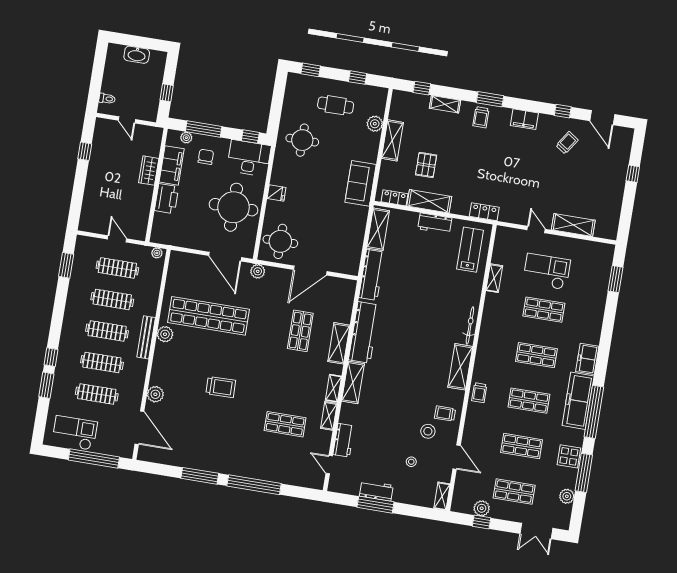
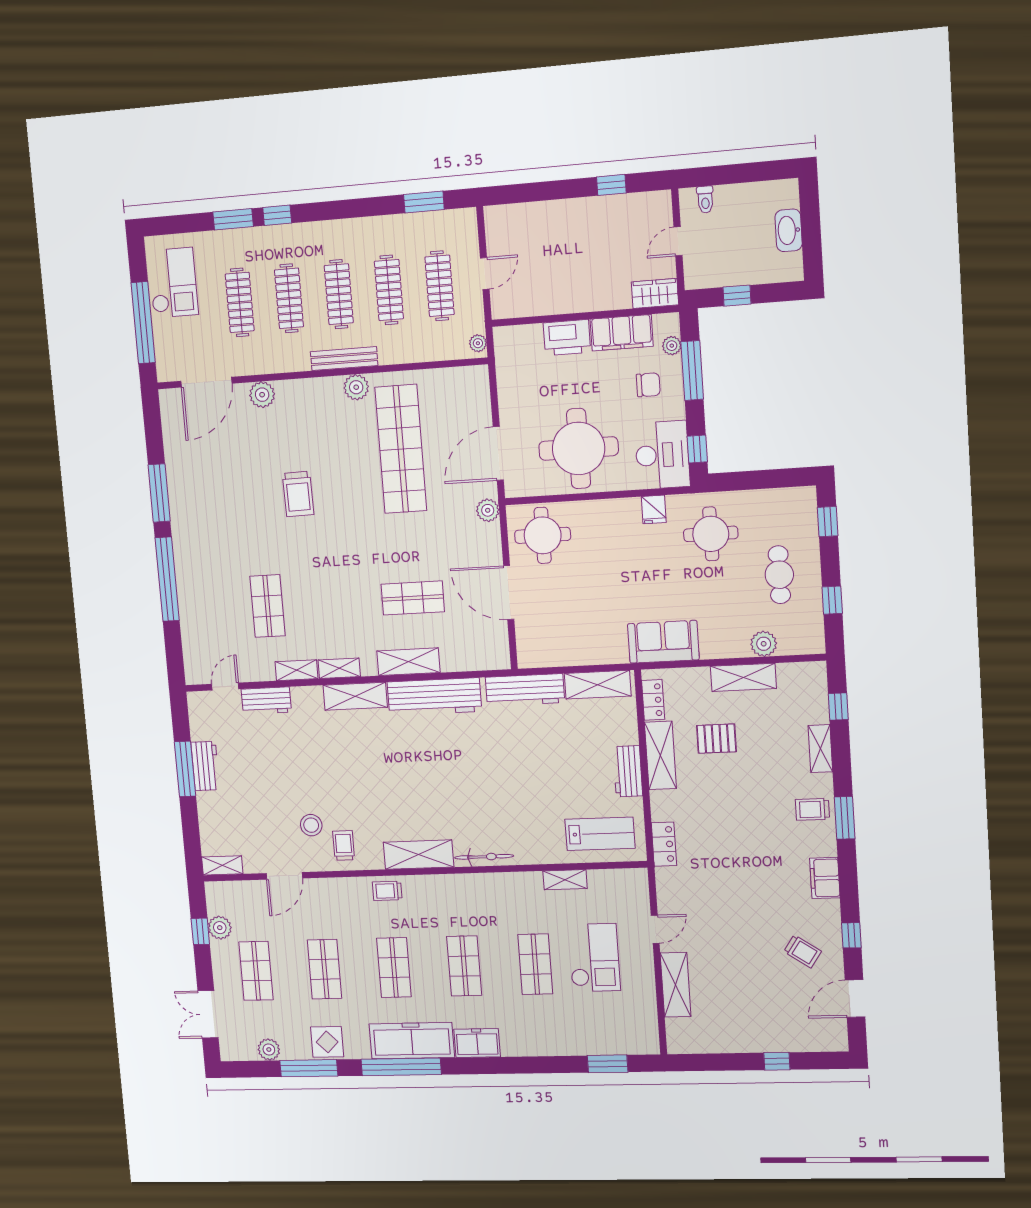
wardrobe: (149, 171) -> (655, 293), moved
fridge: (276, 193) -> (654, 510), moved
stool: (411, 462) -> (260, 809), removed

